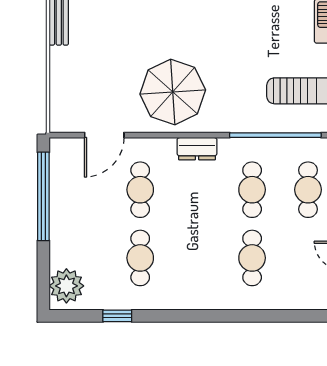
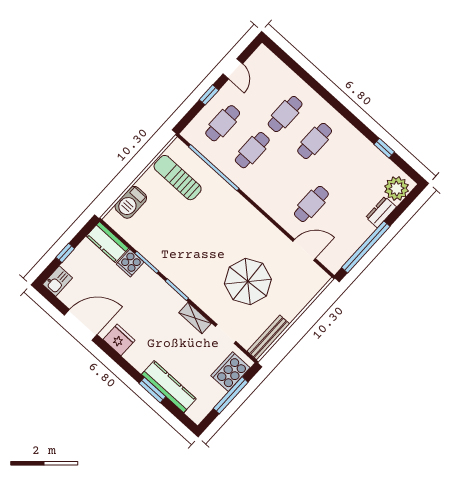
parasol: (173, 92) -> (248, 281), moved
dresser: (197, 149) -> (381, 212), moved, turned -90
cafe table: (140, 258) -> (315, 141), moved

